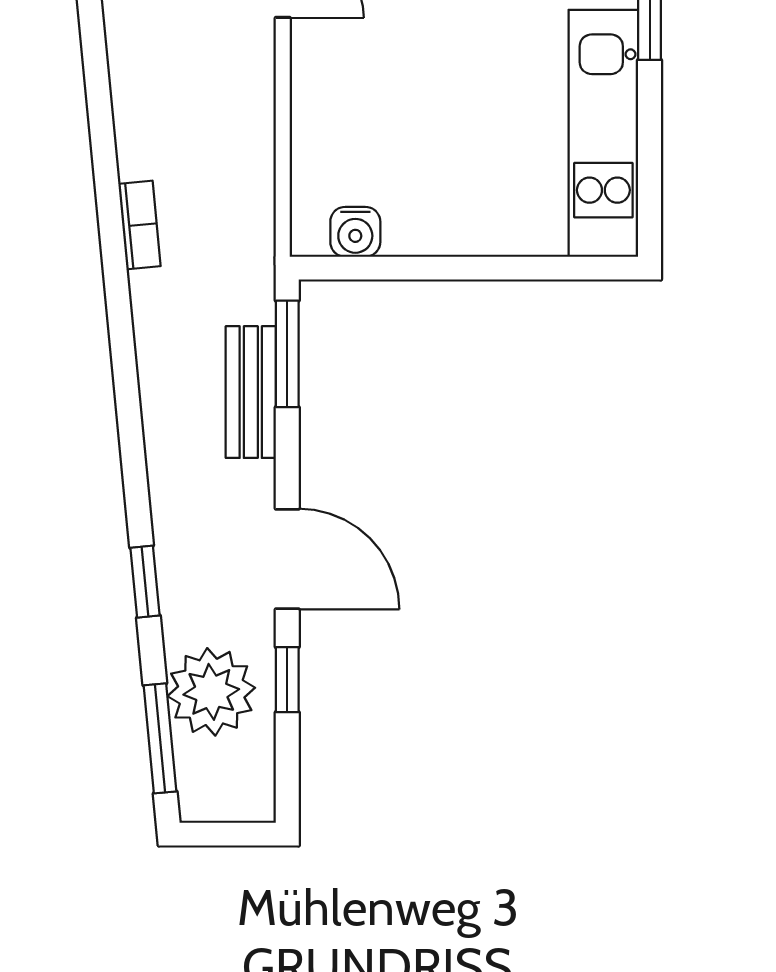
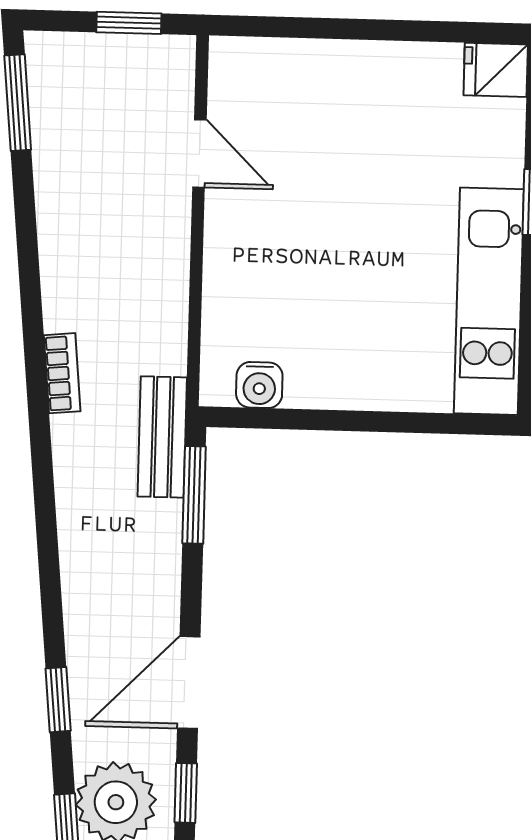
bench: (251, 392) -> (162, 437), moved
door: (287, 559) -> (189, 683), swing flipped

